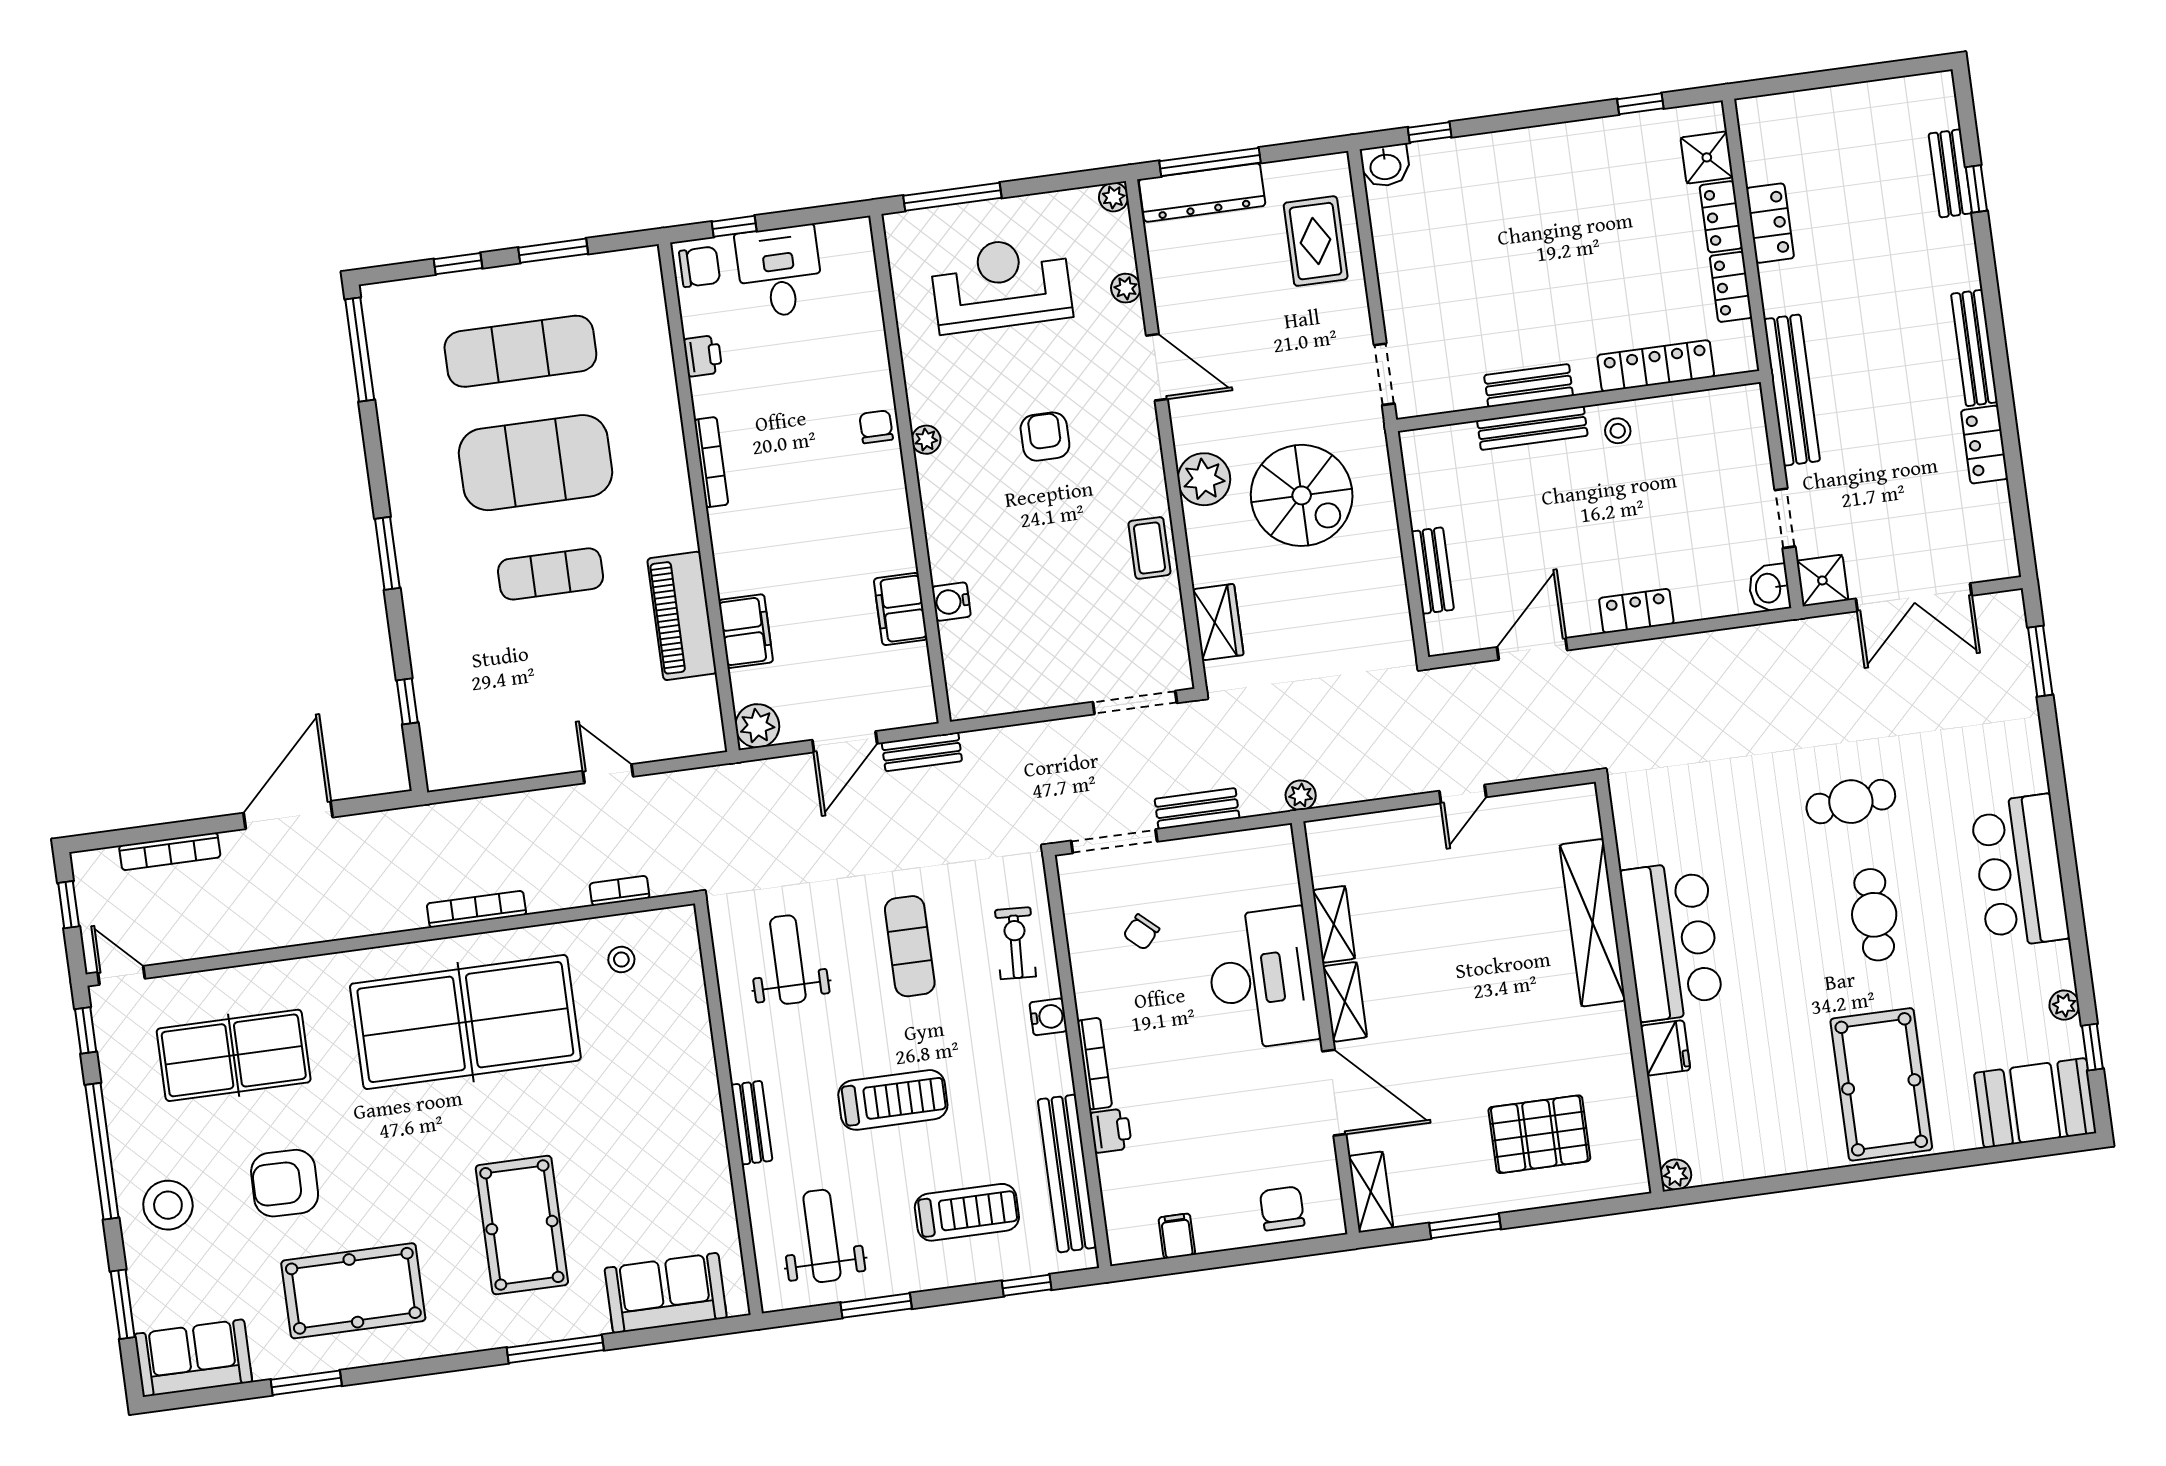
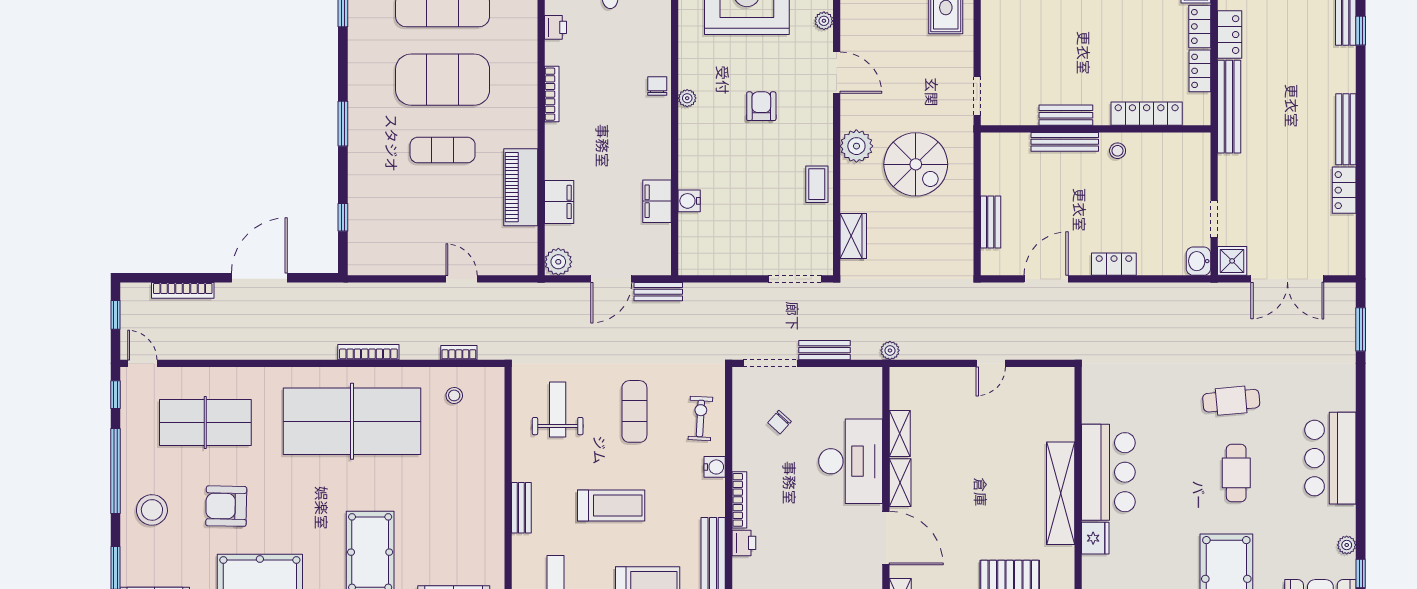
bench: (1792, 390) -> (1229, 107), moved
shelving: (1592, 923) -> (1061, 493), moved

